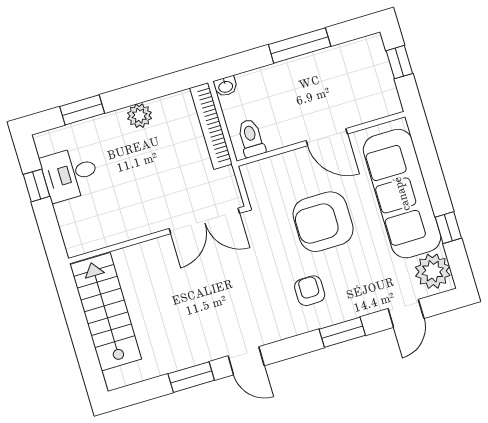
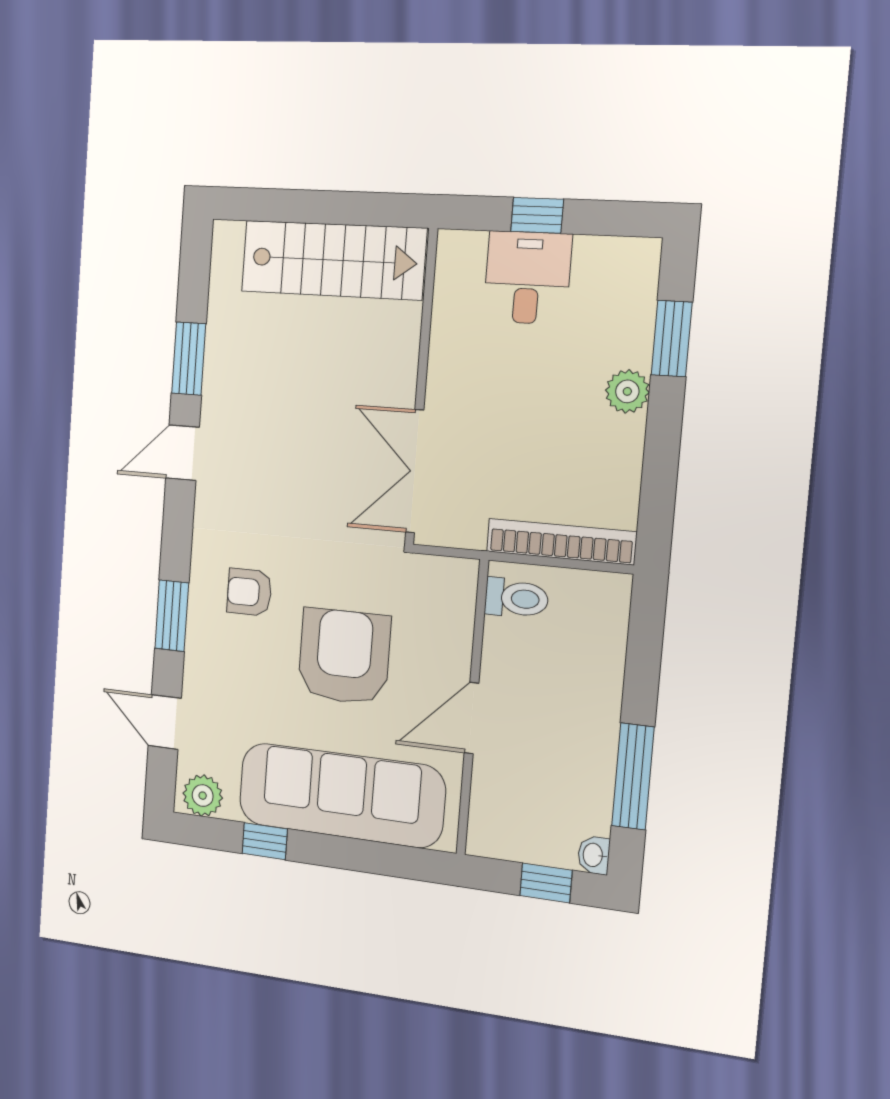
window: (300, 45) -> (633, 776), moved
washbasin: (226, 86) -> (594, 855), moved
plant: (139, 116) -> (627, 391), moved
desk: (70, 174) -> (527, 278), moved
window: (37, 185) -> (537, 215), moved
plant: (433, 271) -> (203, 796), width x0.73, depth x0.73
armchair: (310, 291) -> (249, 592), turned 180

